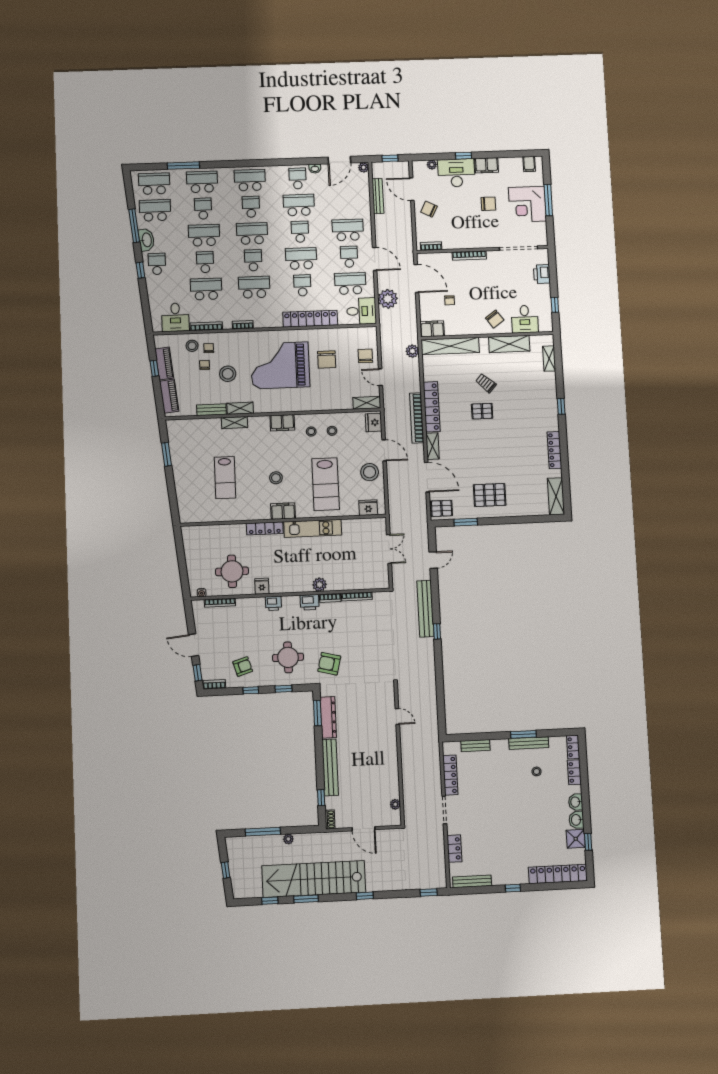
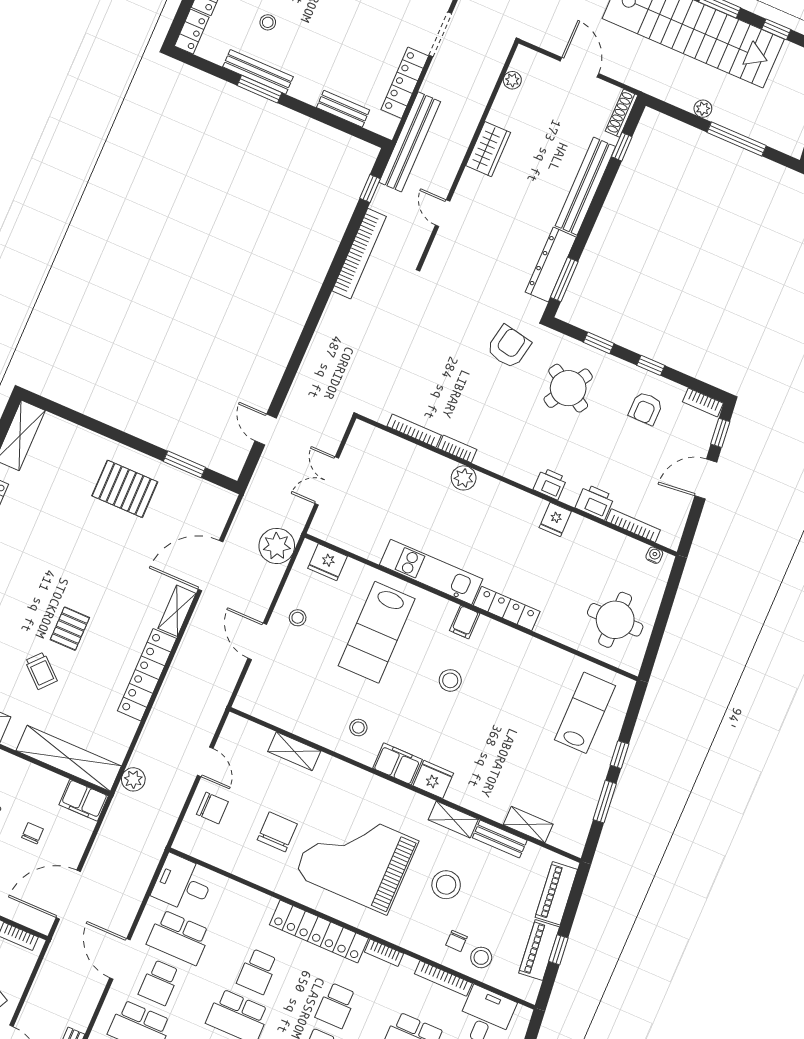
door: (416, 278) -> (68, 895), hinge flipped
school desk: (254, 287) -> (336, 1005), width x0.54
plant: (388, 299) -> (277, 546), moved
locker: (310, 319) -> (319, 932), moved
chair: (365, 356) -> (212, 808), turned -90
chair: (205, 365) -> (476, 917), removed
grand piano: (280, 365) -> (356, 858), turned 180
shelving: (367, 403) -> (294, 751), moved
pallet: (482, 411) -> (70, 629), turned 90
bookcase: (417, 418) -> (359, 254), moved
shelving: (235, 423) -> (528, 825), moved
fridge: (374, 423) -> (433, 779), moved, turned -90
stool: (332, 431) -> (325, 713), removed
stool: (370, 472) -> (298, 618), width x0.53, depth x0.53
door: (427, 477) -> (211, 566), hinge flipped
lab bench: (225, 478) -> (585, 713), moved
window: (170, 482) -> (619, 755), added
lab bench: (326, 484) -> (377, 632), turned 180
pallet: (442, 508) -> (212, 505), removed
filing cabinet: (283, 511) -> (465, 622), width x0.50
door: (433, 560) -> (266, 429), hinge flipped
round table: (232, 571) -> (615, 620), moved
printer: (310, 602) -> (595, 502), moved
bench: (425, 609) -> (410, 142), moved
window: (437, 631) -> (370, 188), moved
door: (194, 645) -> (706, 479), swing flipped
round table: (288, 657) -> (568, 388), turned 31
armchair: (329, 664) -> (509, 347), turned -93
armchair: (243, 667) -> (646, 408), turned -73
wardrobe: (390, 762) -> (488, 149), added
shoe rack: (330, 819) -> (622, 113), width x1.43

